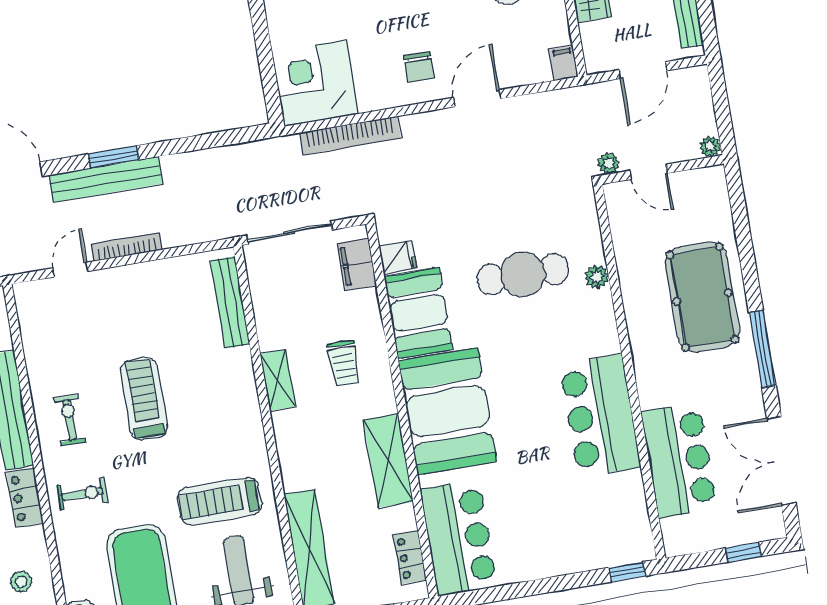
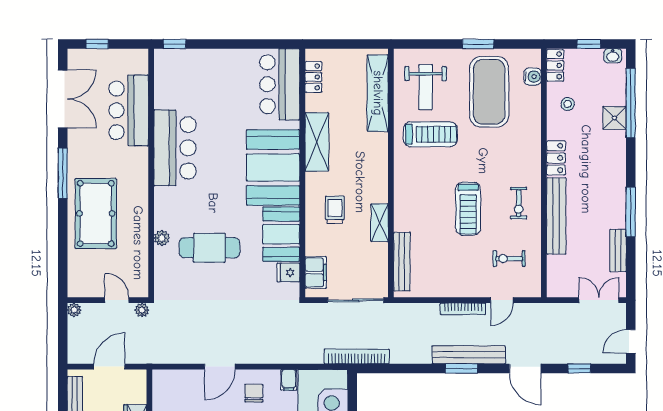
filing cabinet: (564, 63) -> (289, 380), moved
bookcase: (350, 135) -> (357, 356), moved
shelving: (278, 380) -> (380, 223), moved
exercise bike: (82, 494) -> (509, 259), moved

